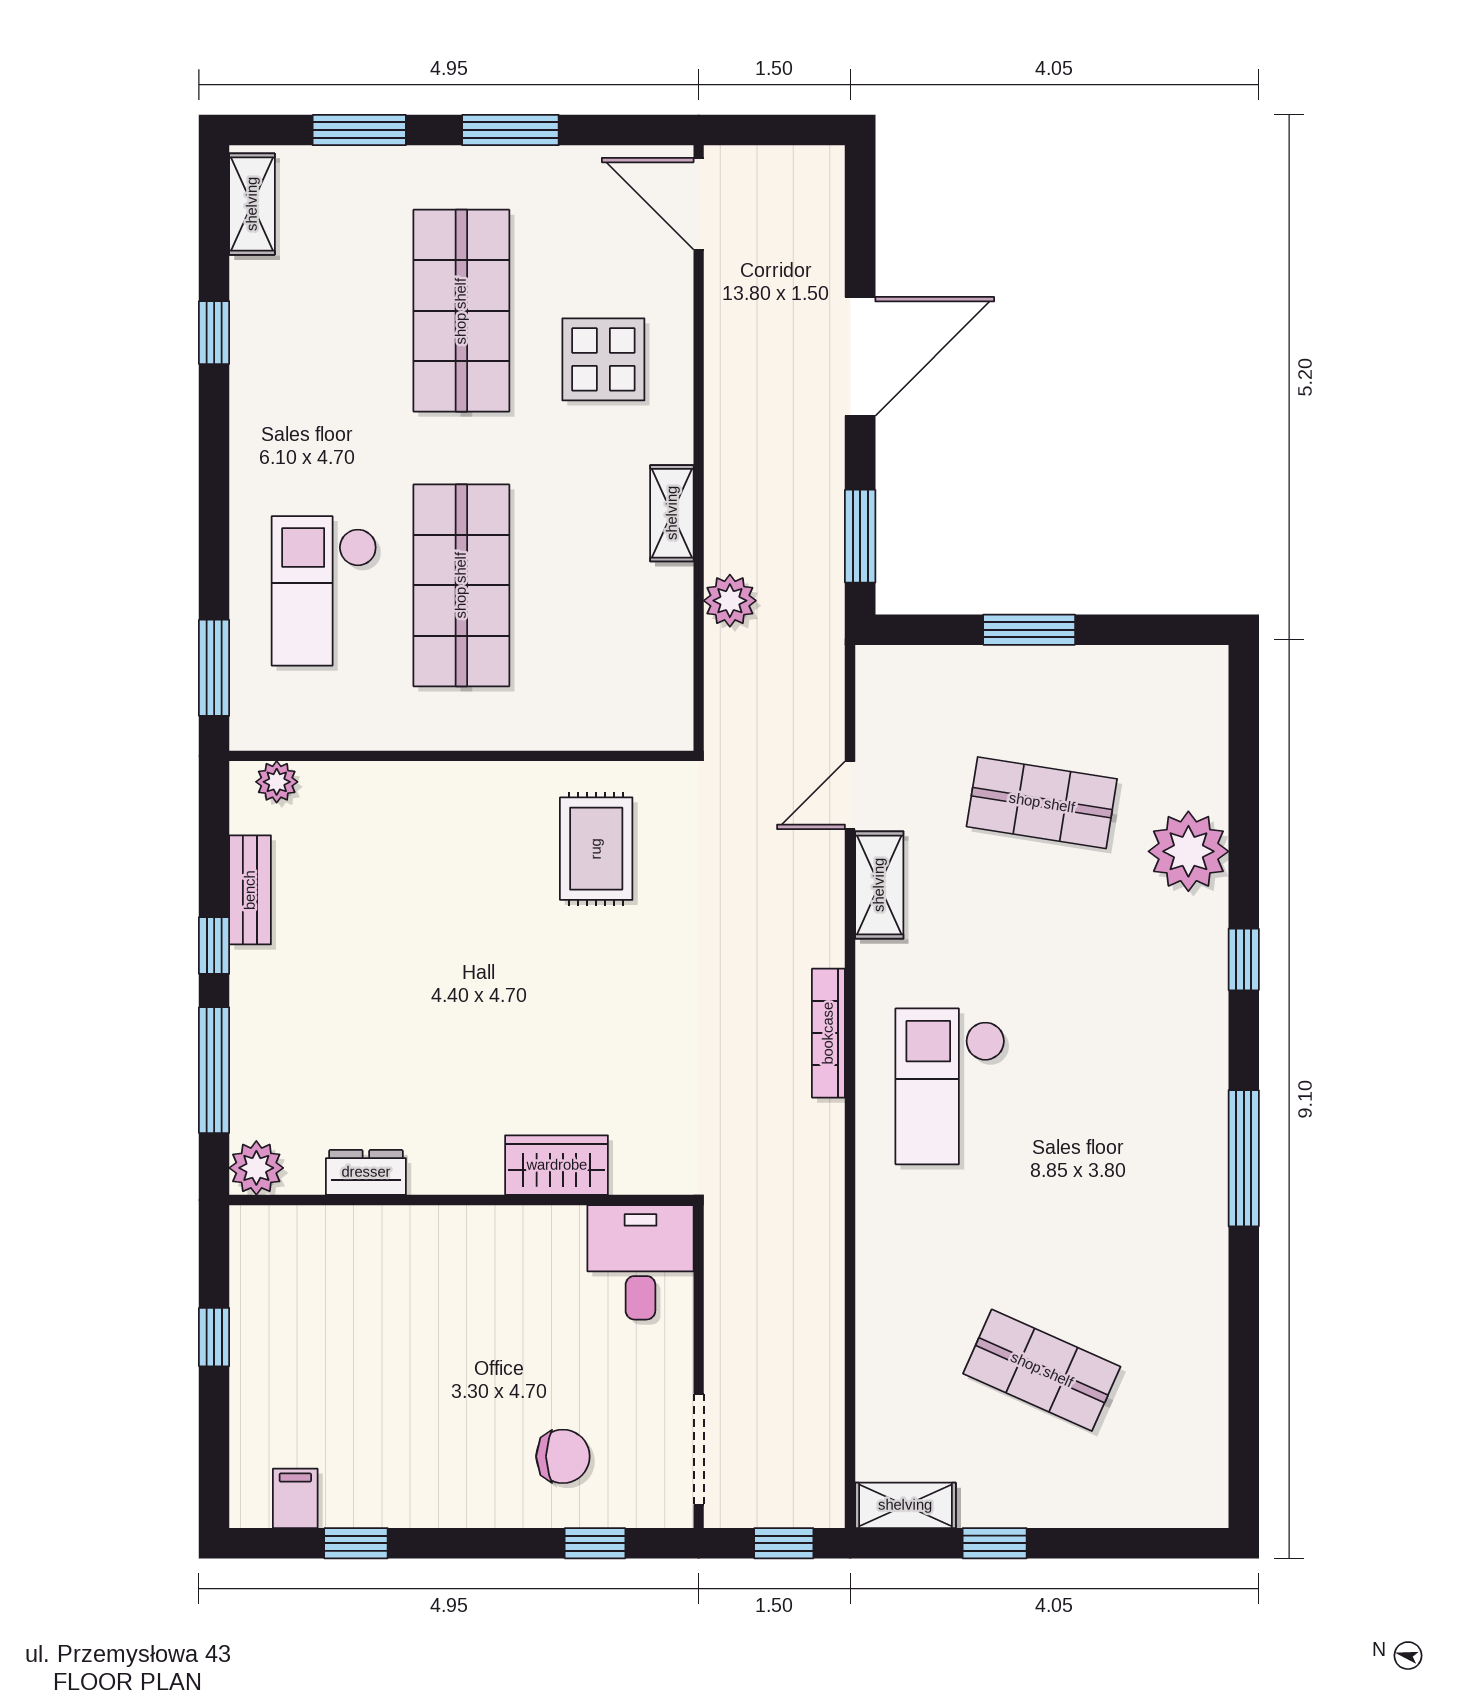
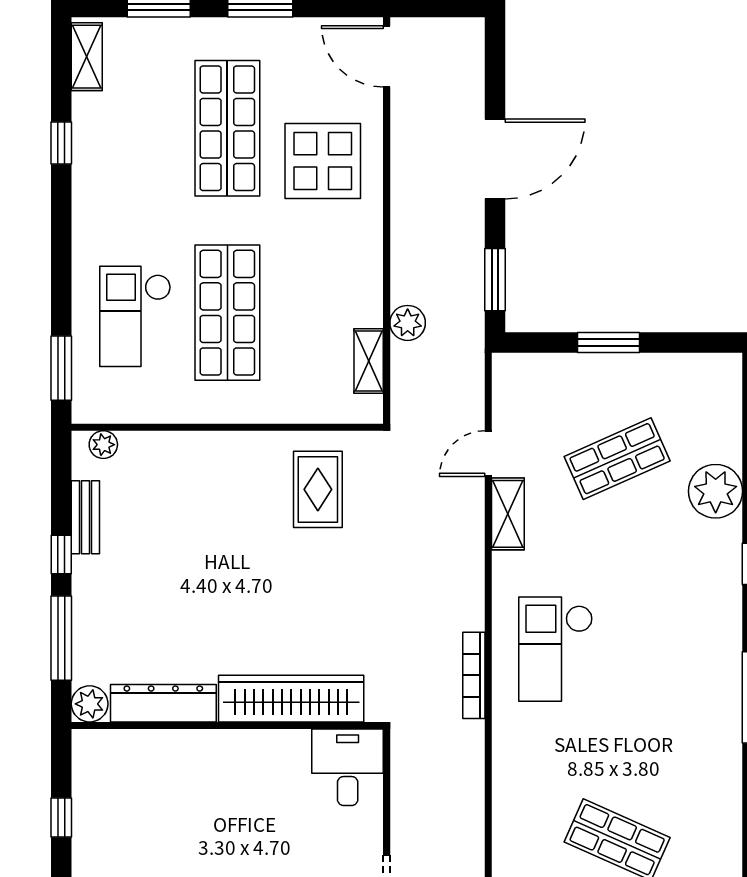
display table: (603, 359) -> (323, 161), width x1.36, depth x1.36
shelving: (672, 513) -> (369, 361), moved
shop shelf: (1042, 803) -> (617, 459), turned -33
bookcase: (828, 1033) -> (474, 675), moved
wardrobe: (557, 1165) -> (291, 699), width x2.10, depth x1.17
dresser: (366, 1172) -> (163, 703), width x1.96, depth x1.24

